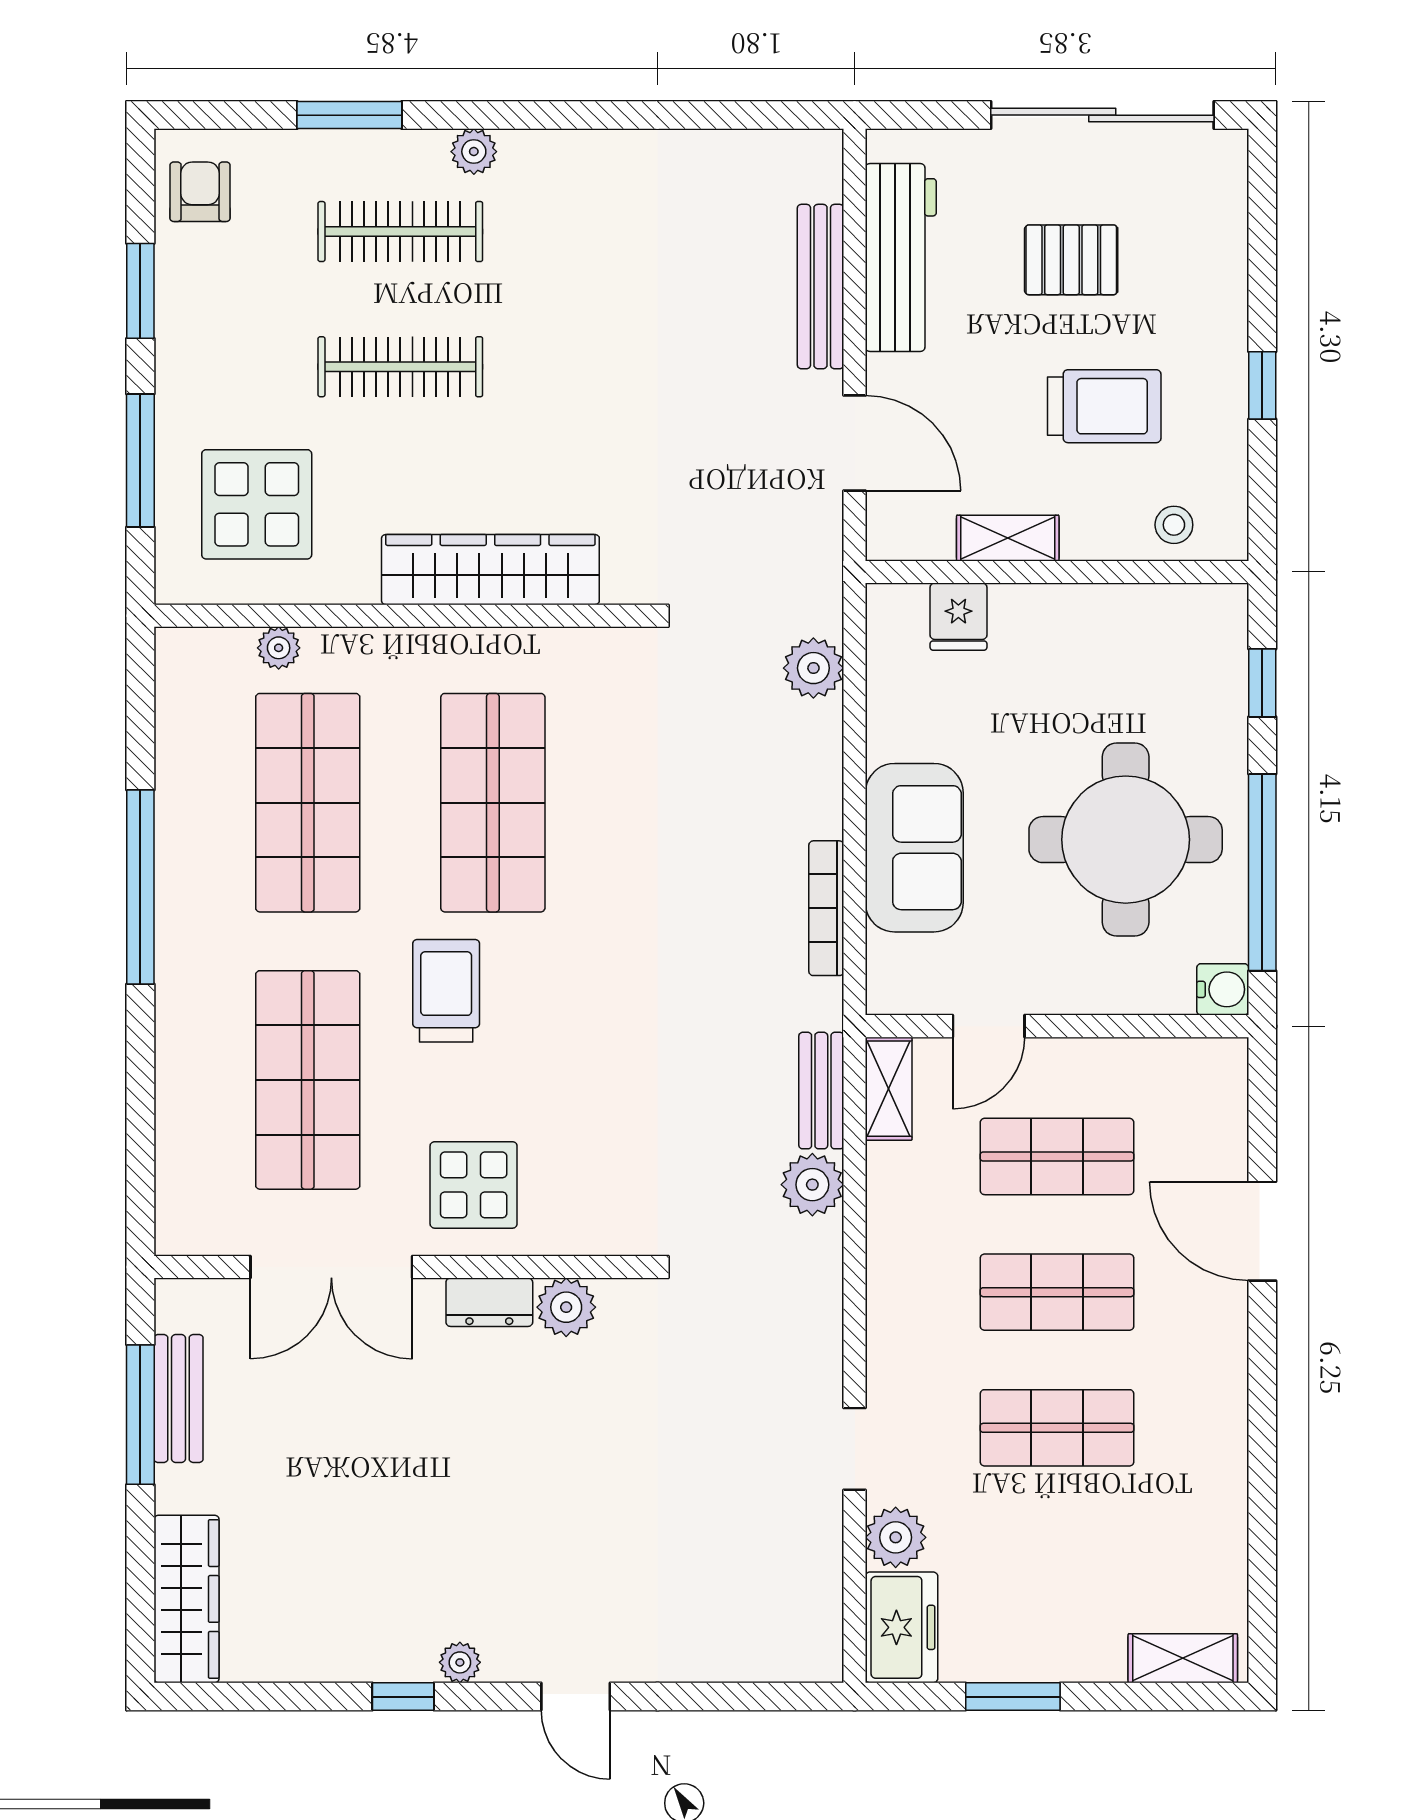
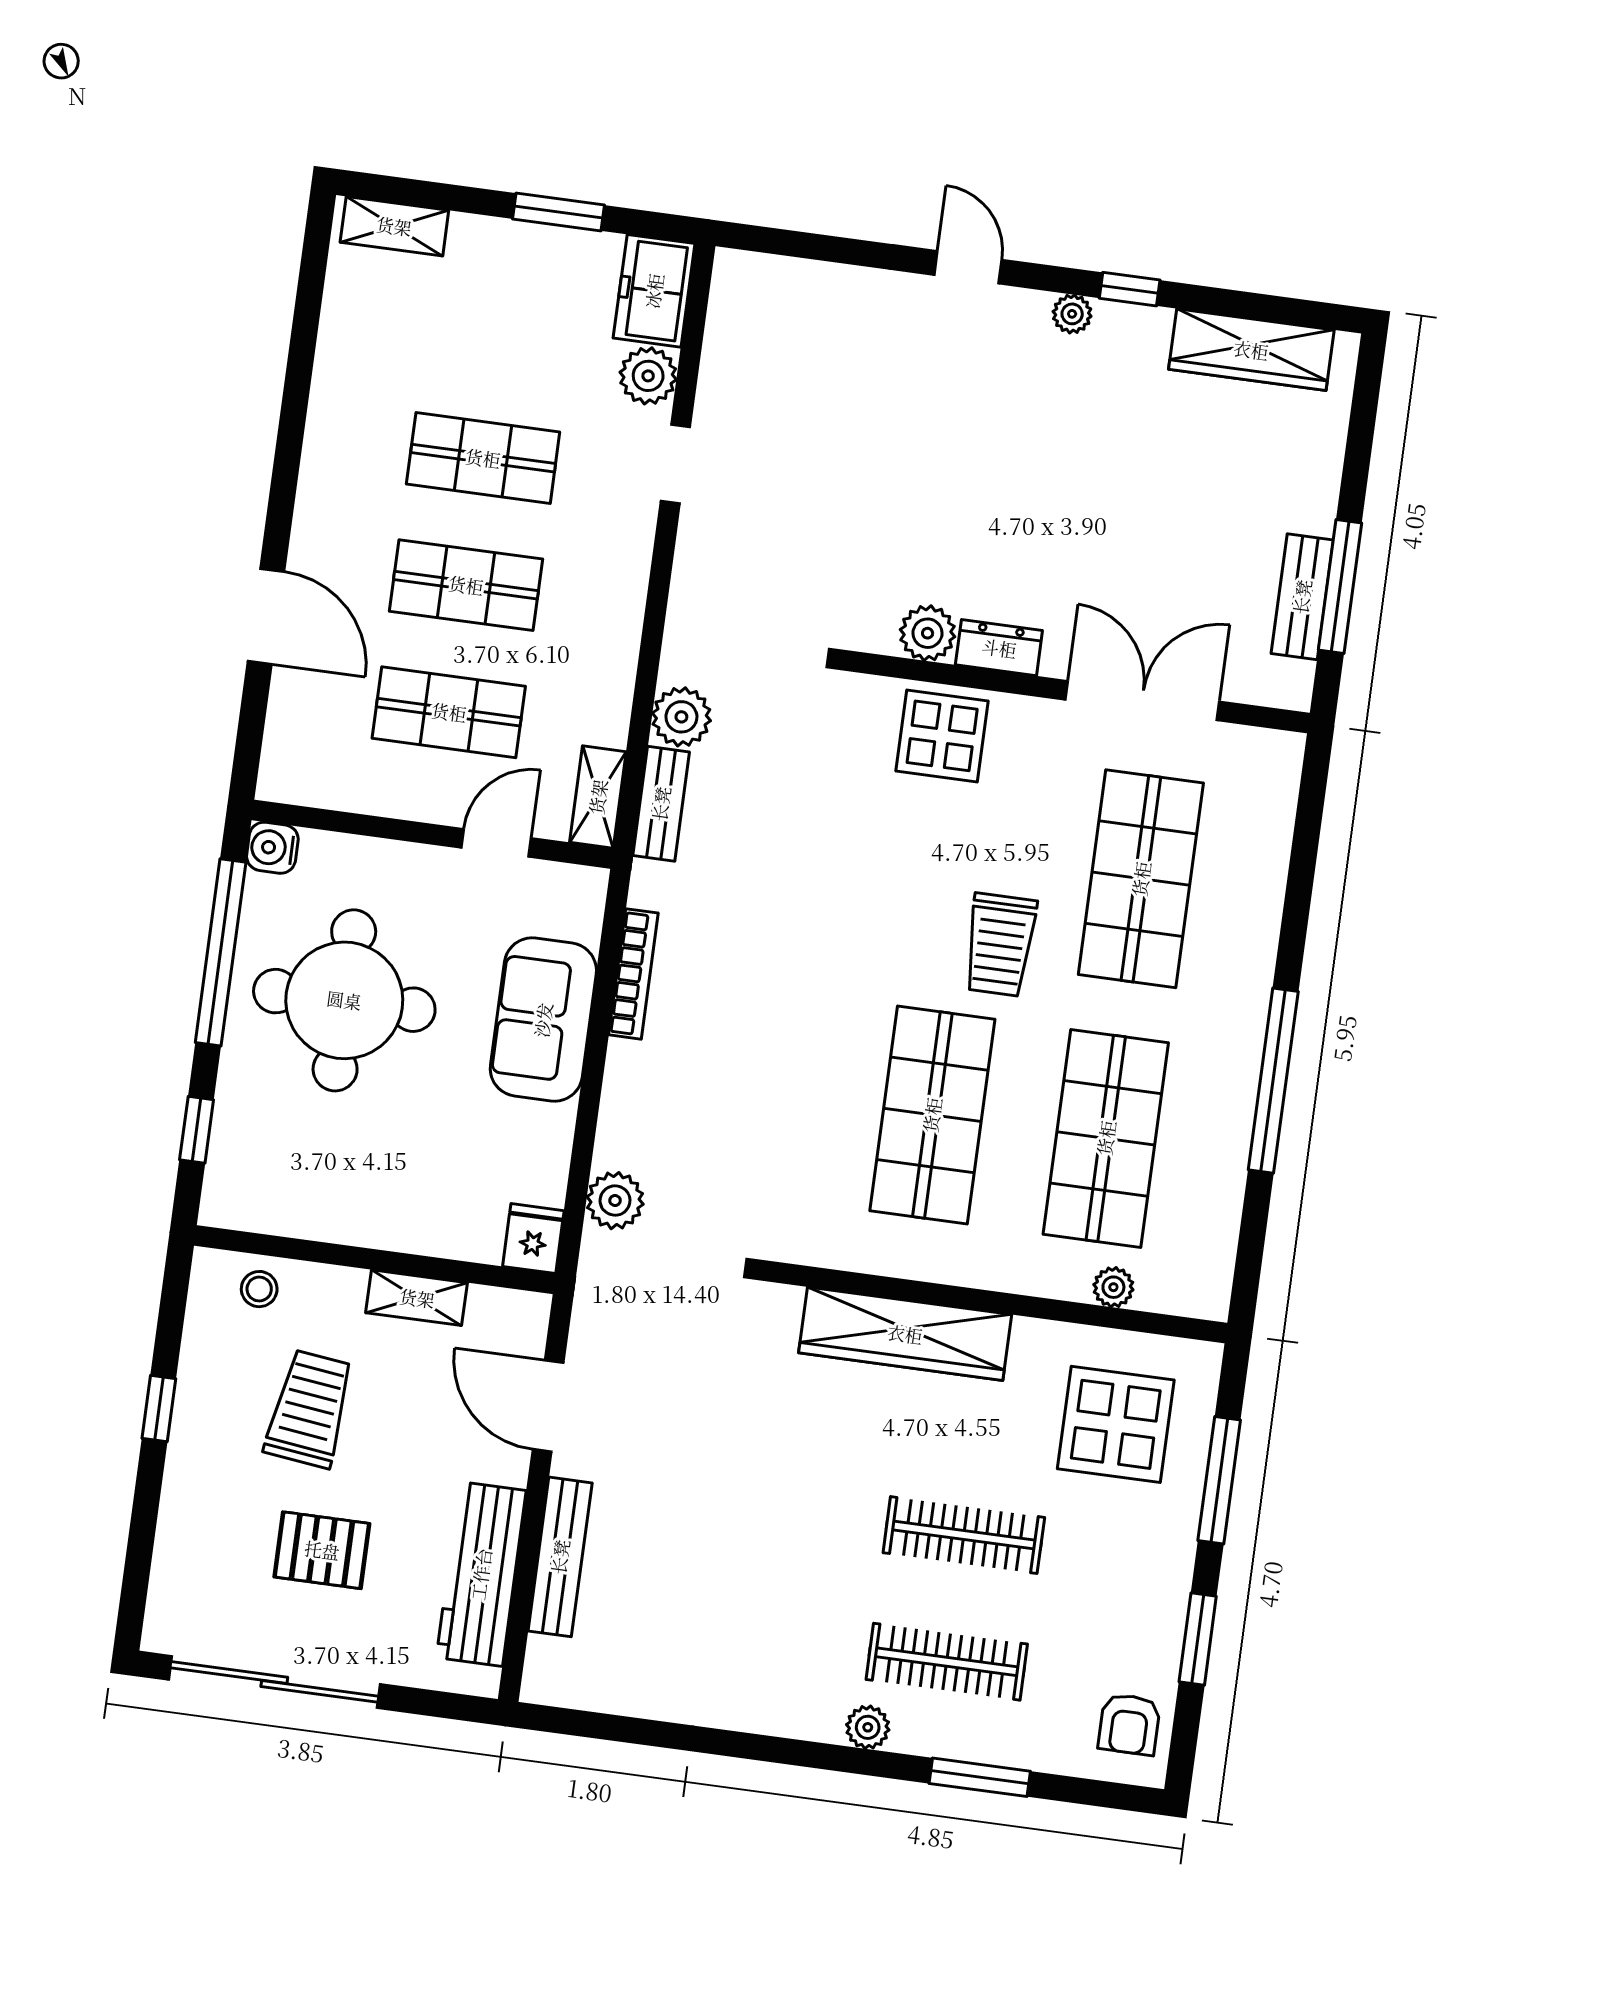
trolley: (1104, 406) -> (310, 1409), turned 97
fridge: (958, 617) -> (533, 1239), moved
display table: (474, 1185) -> (942, 736), moved
wardrobe: (186, 1599) -> (1251, 350), moved, turned -90

